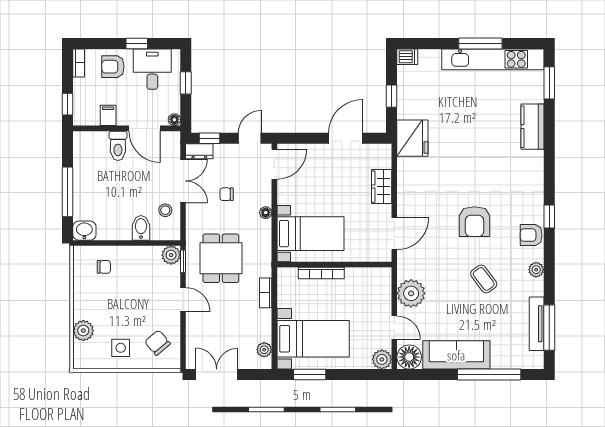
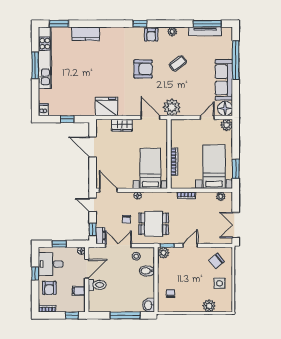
fridge: (412, 138) -> (106, 107), moved
dining table: (221, 258) -> (154, 224), moved
plant: (411, 293) -> (172, 107), moved

